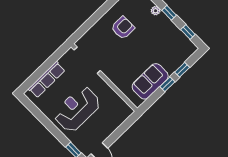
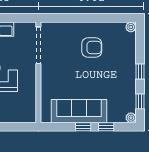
plant: (156, 11) -> (131, 118), moved
sofa: (150, 81) -> (79, 111), width x1.36

